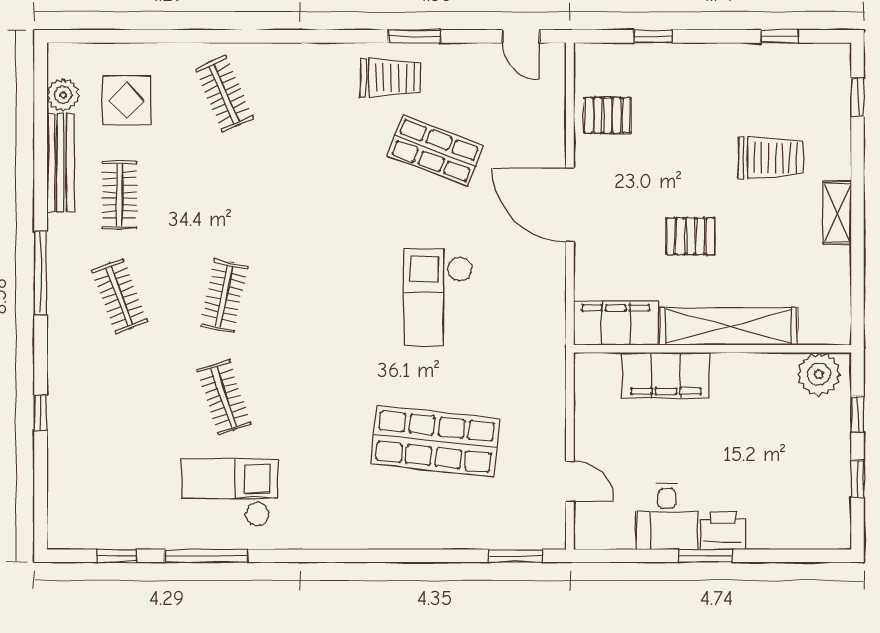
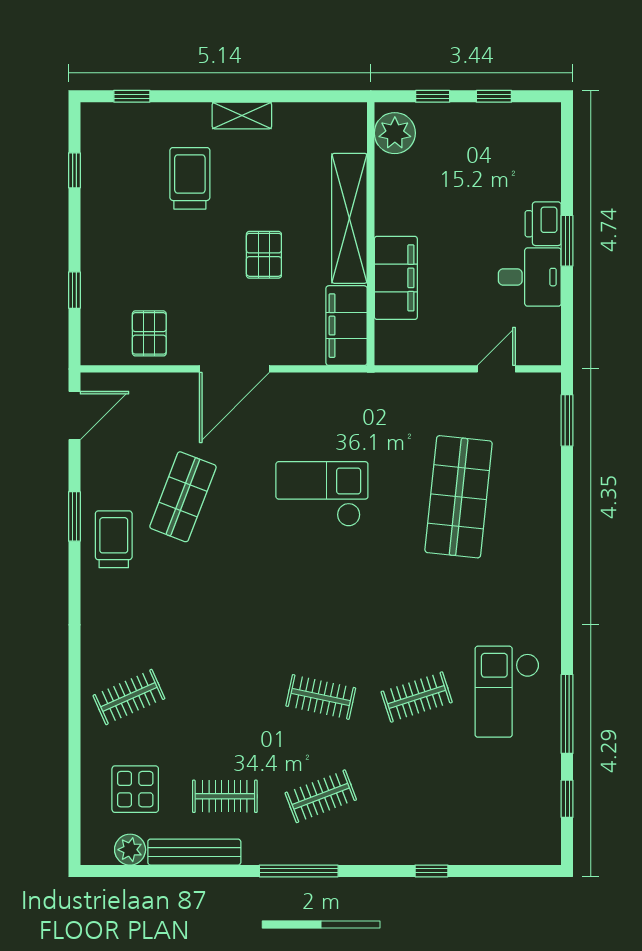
door: (521, 36) -> (74, 415), width x1.38
checkout: (438, 297) -> (322, 494), turned 180

